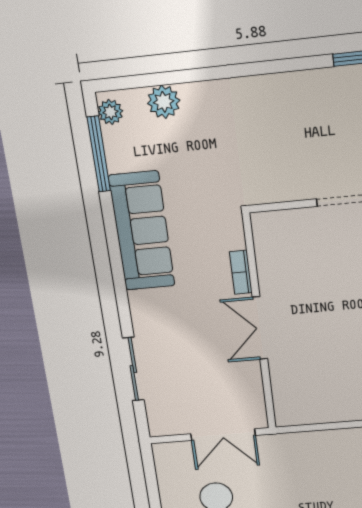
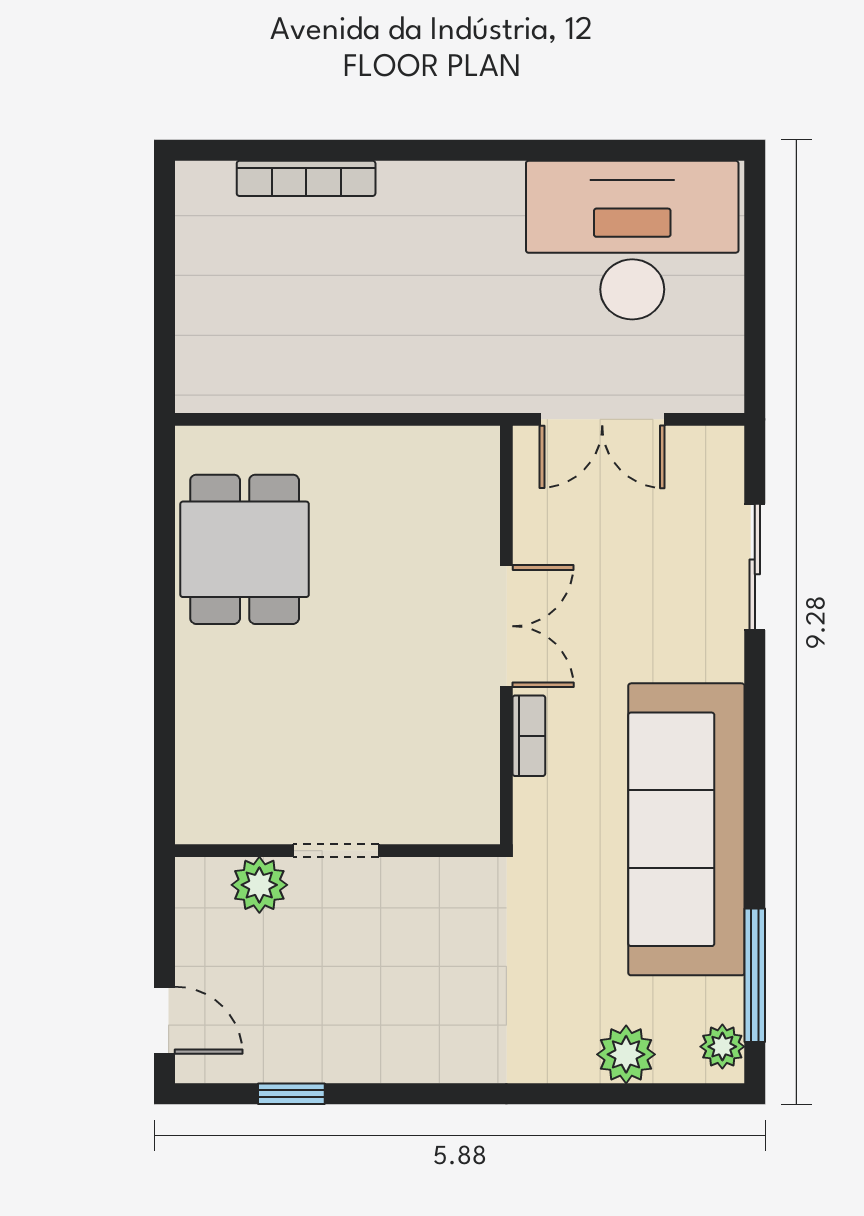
sofa: (142, 231) -> (686, 829), width x1.36, depth x1.27
double door: (223, 435) -> (602, 419), swing flipped

